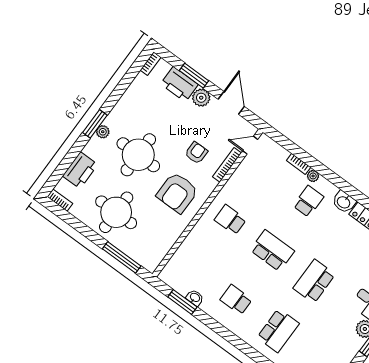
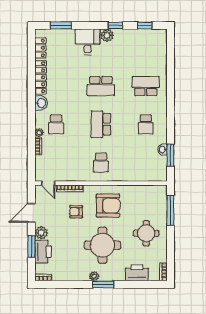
plant: (103, 132) -> (94, 276), moved
school desk: (308, 201) -> (56, 124), turned -90
round table: (116, 212) -> (146, 233), width x0.73, depth x0.73

